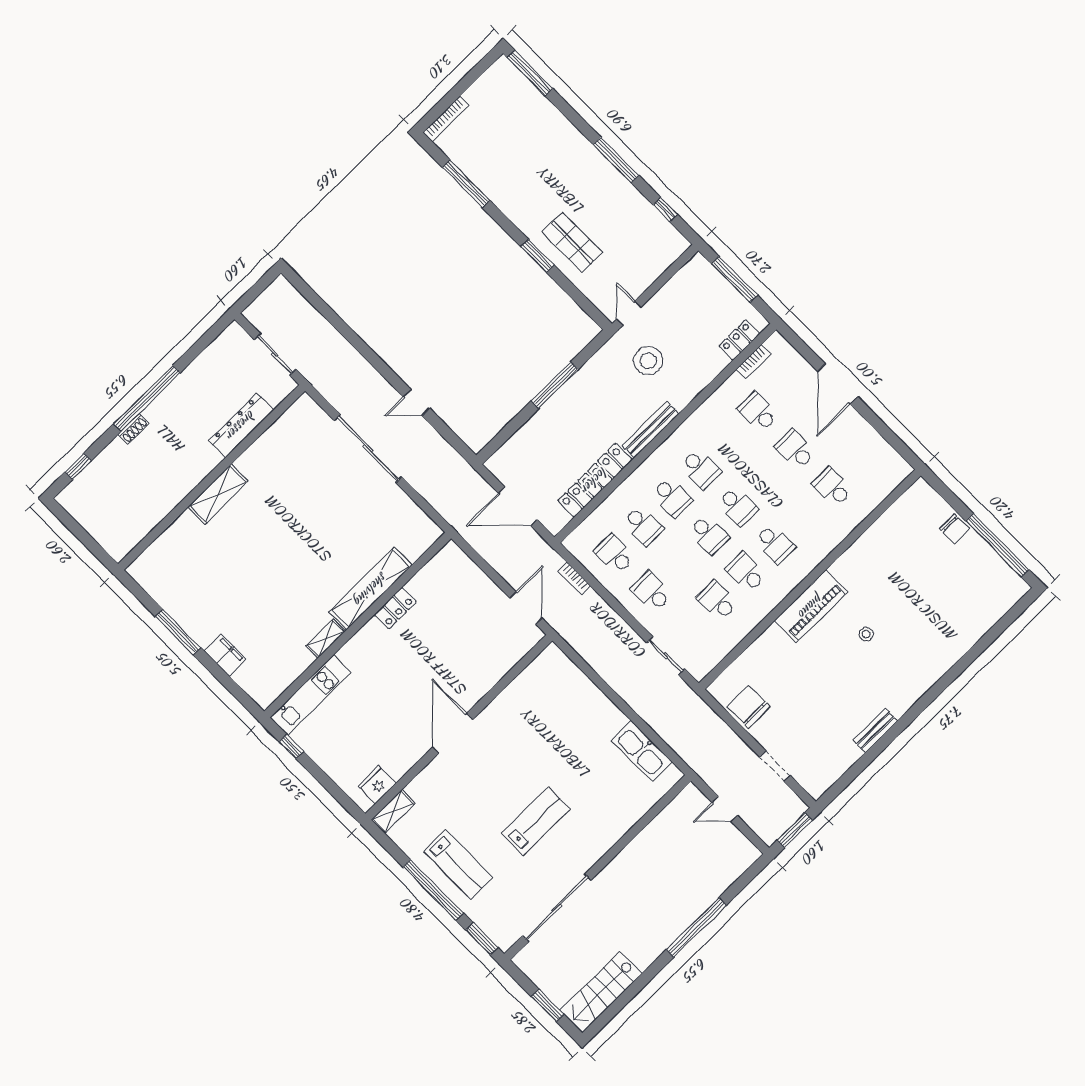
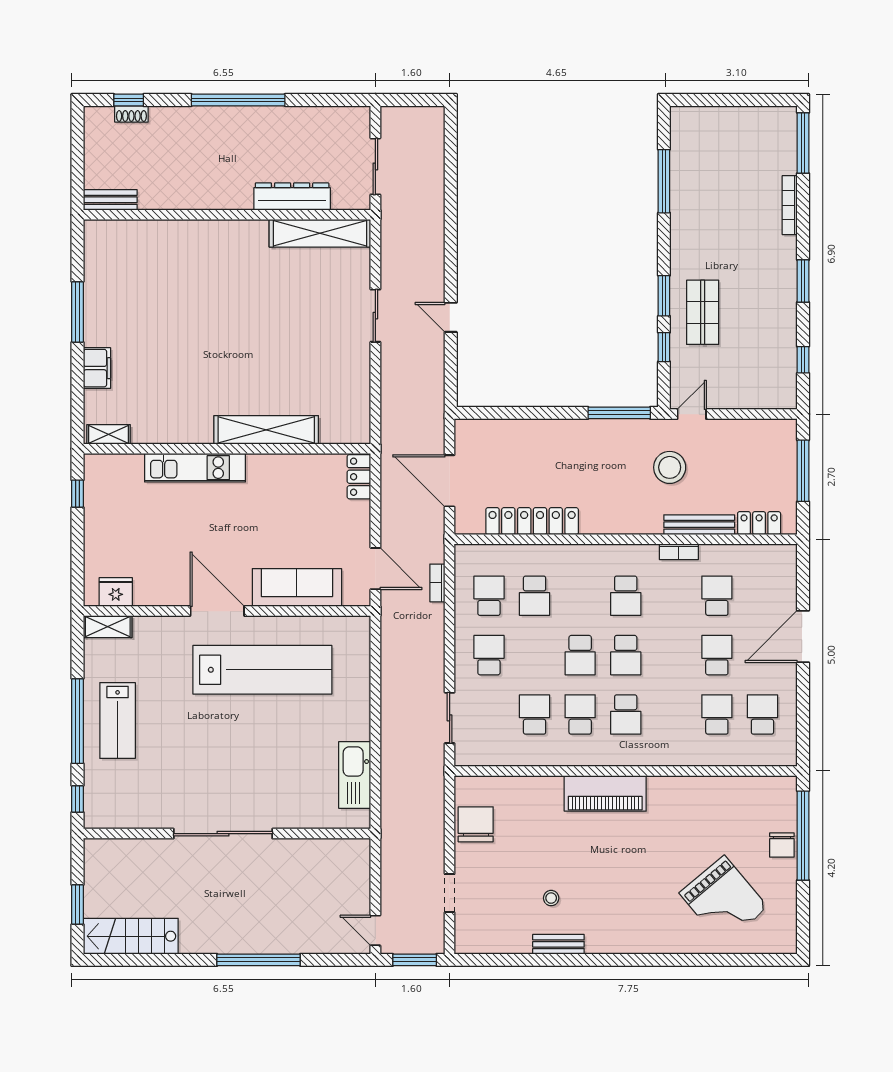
bookcase: (446, 119) -> (790, 205), moved, turned 90
window: (616, 160) -> (803, 281), width x0.69
window: (570, 288) -> (664, 347), added
bookcase: (754, 361) -> (679, 552), moved
window: (555, 385) -> (619, 413), moved
shoe rack: (134, 429) -> (131, 114), moved
bench: (651, 430) -> (699, 525), moved
sliding door: (368, 448) -> (375, 316), width x0.54
shelving: (218, 494) -> (320, 233), moved, width x1.47
school desk: (672, 497) -> (762, 715), moved, turned 180
bench: (129, 541) -> (110, 200), added
window: (997, 545) -> (803, 836), moved
grand piano: (952, 600) -> (724, 900), added
locker: (395, 608) -> (359, 477), moved, turned 90
door: (526, 608) -> (375, 569), hinge flipped
stool: (866, 634) -> (551, 898), moved
shelving: (326, 639) -> (109, 434), moved
sofa: (488, 669) -> (297, 587), added
kitchen unit: (311, 695) -> (195, 468), moved
door: (453, 733) -> (217, 611), hinge flipped
door: (725, 809) -> (375, 930), moved
lab bench: (536, 821) -> (262, 670), moved, width x1.86, depth x1.39
sliding door: (557, 908) -> (223, 834), moved
window: (482, 939) -> (78, 799), width x0.67

